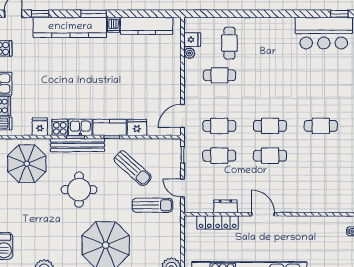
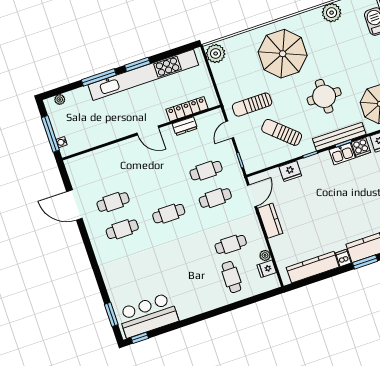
kitchen counter: (110, 127) -> (270, 221), moved, turned -90
cafe table: (270, 156) -> (113, 202), moved
door: (183, 188) -> (230, 130), swing flipped

